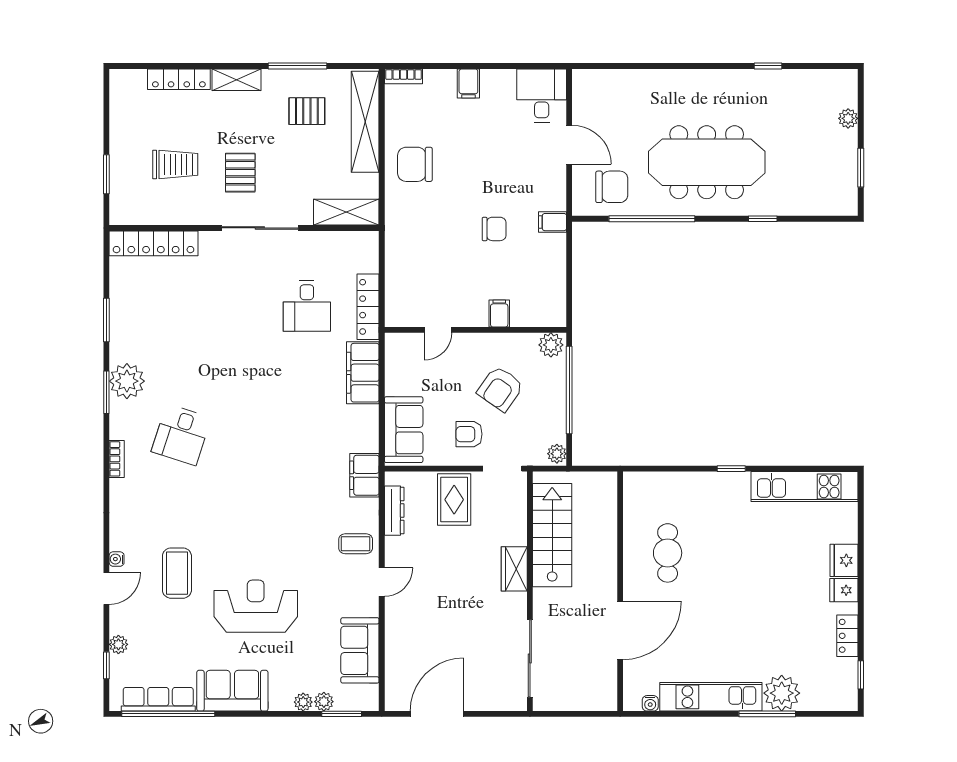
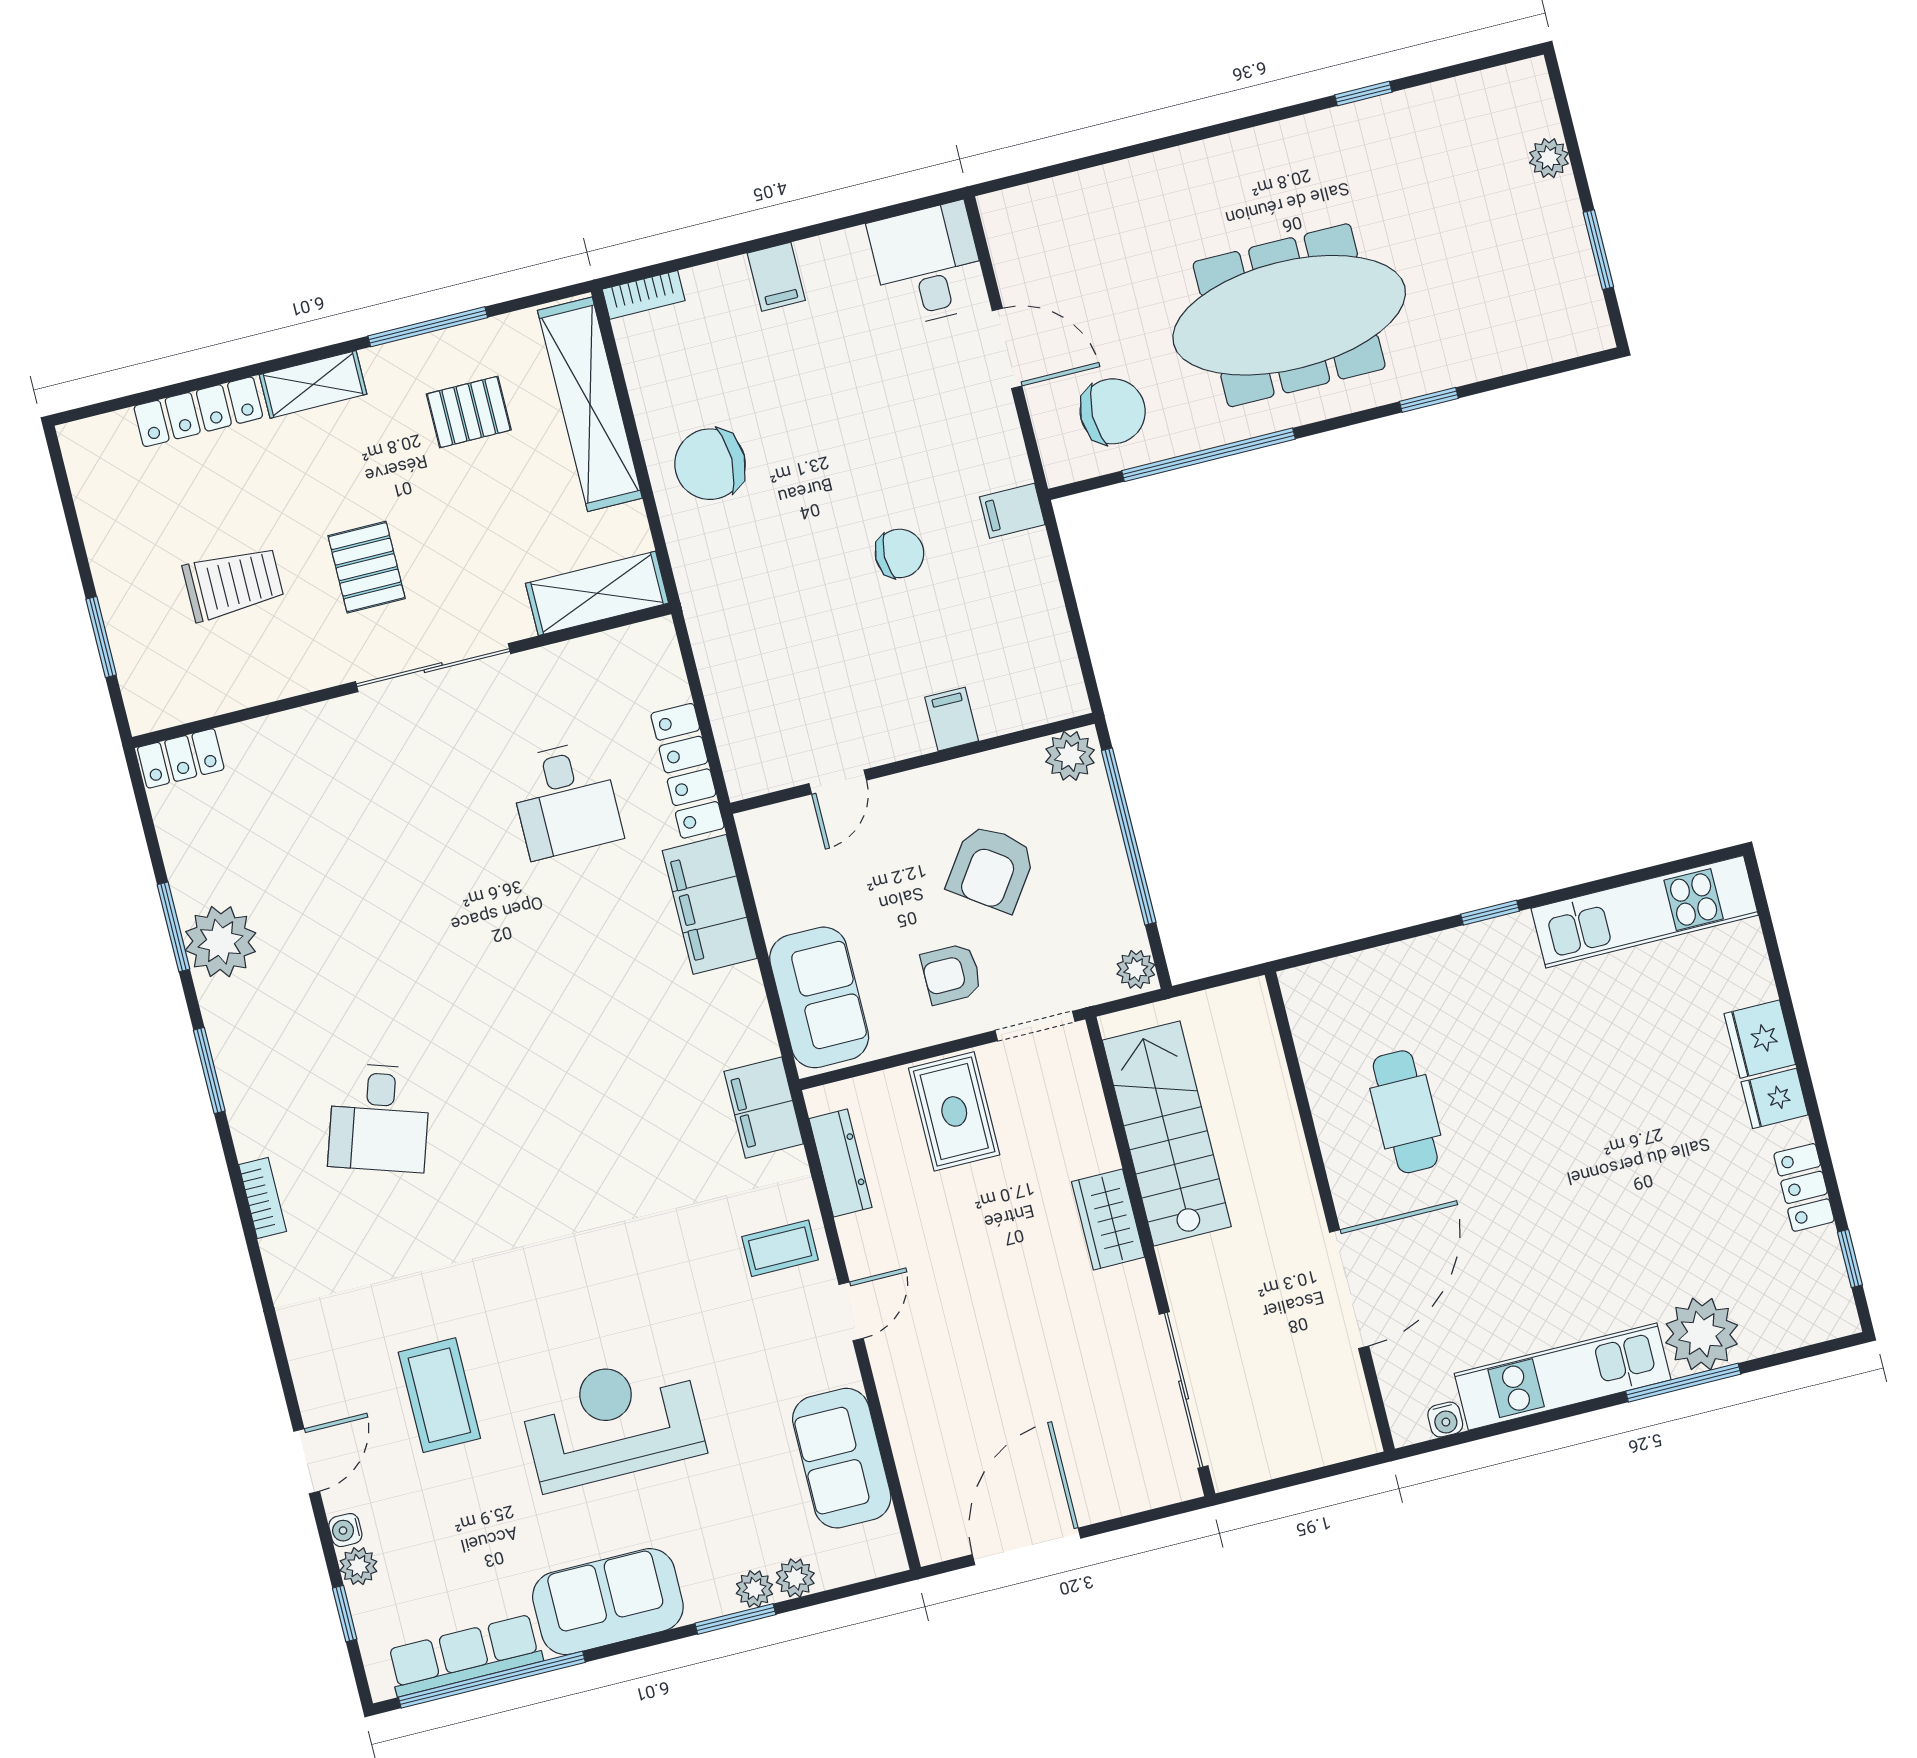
locker: (153, 243) -> (181, 758), width x0.46, depth x0.83
plant: (127, 381) -> (221, 942), moved
water cooler: (117, 559) -> (345, 1530), moved
window: (342, 714) -> (735, 1619), moved

